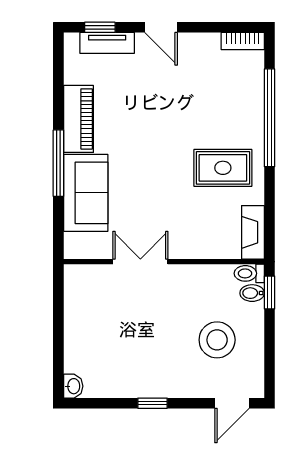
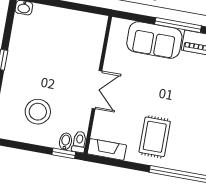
double door: (140, 262) -> (97, 90), moved

